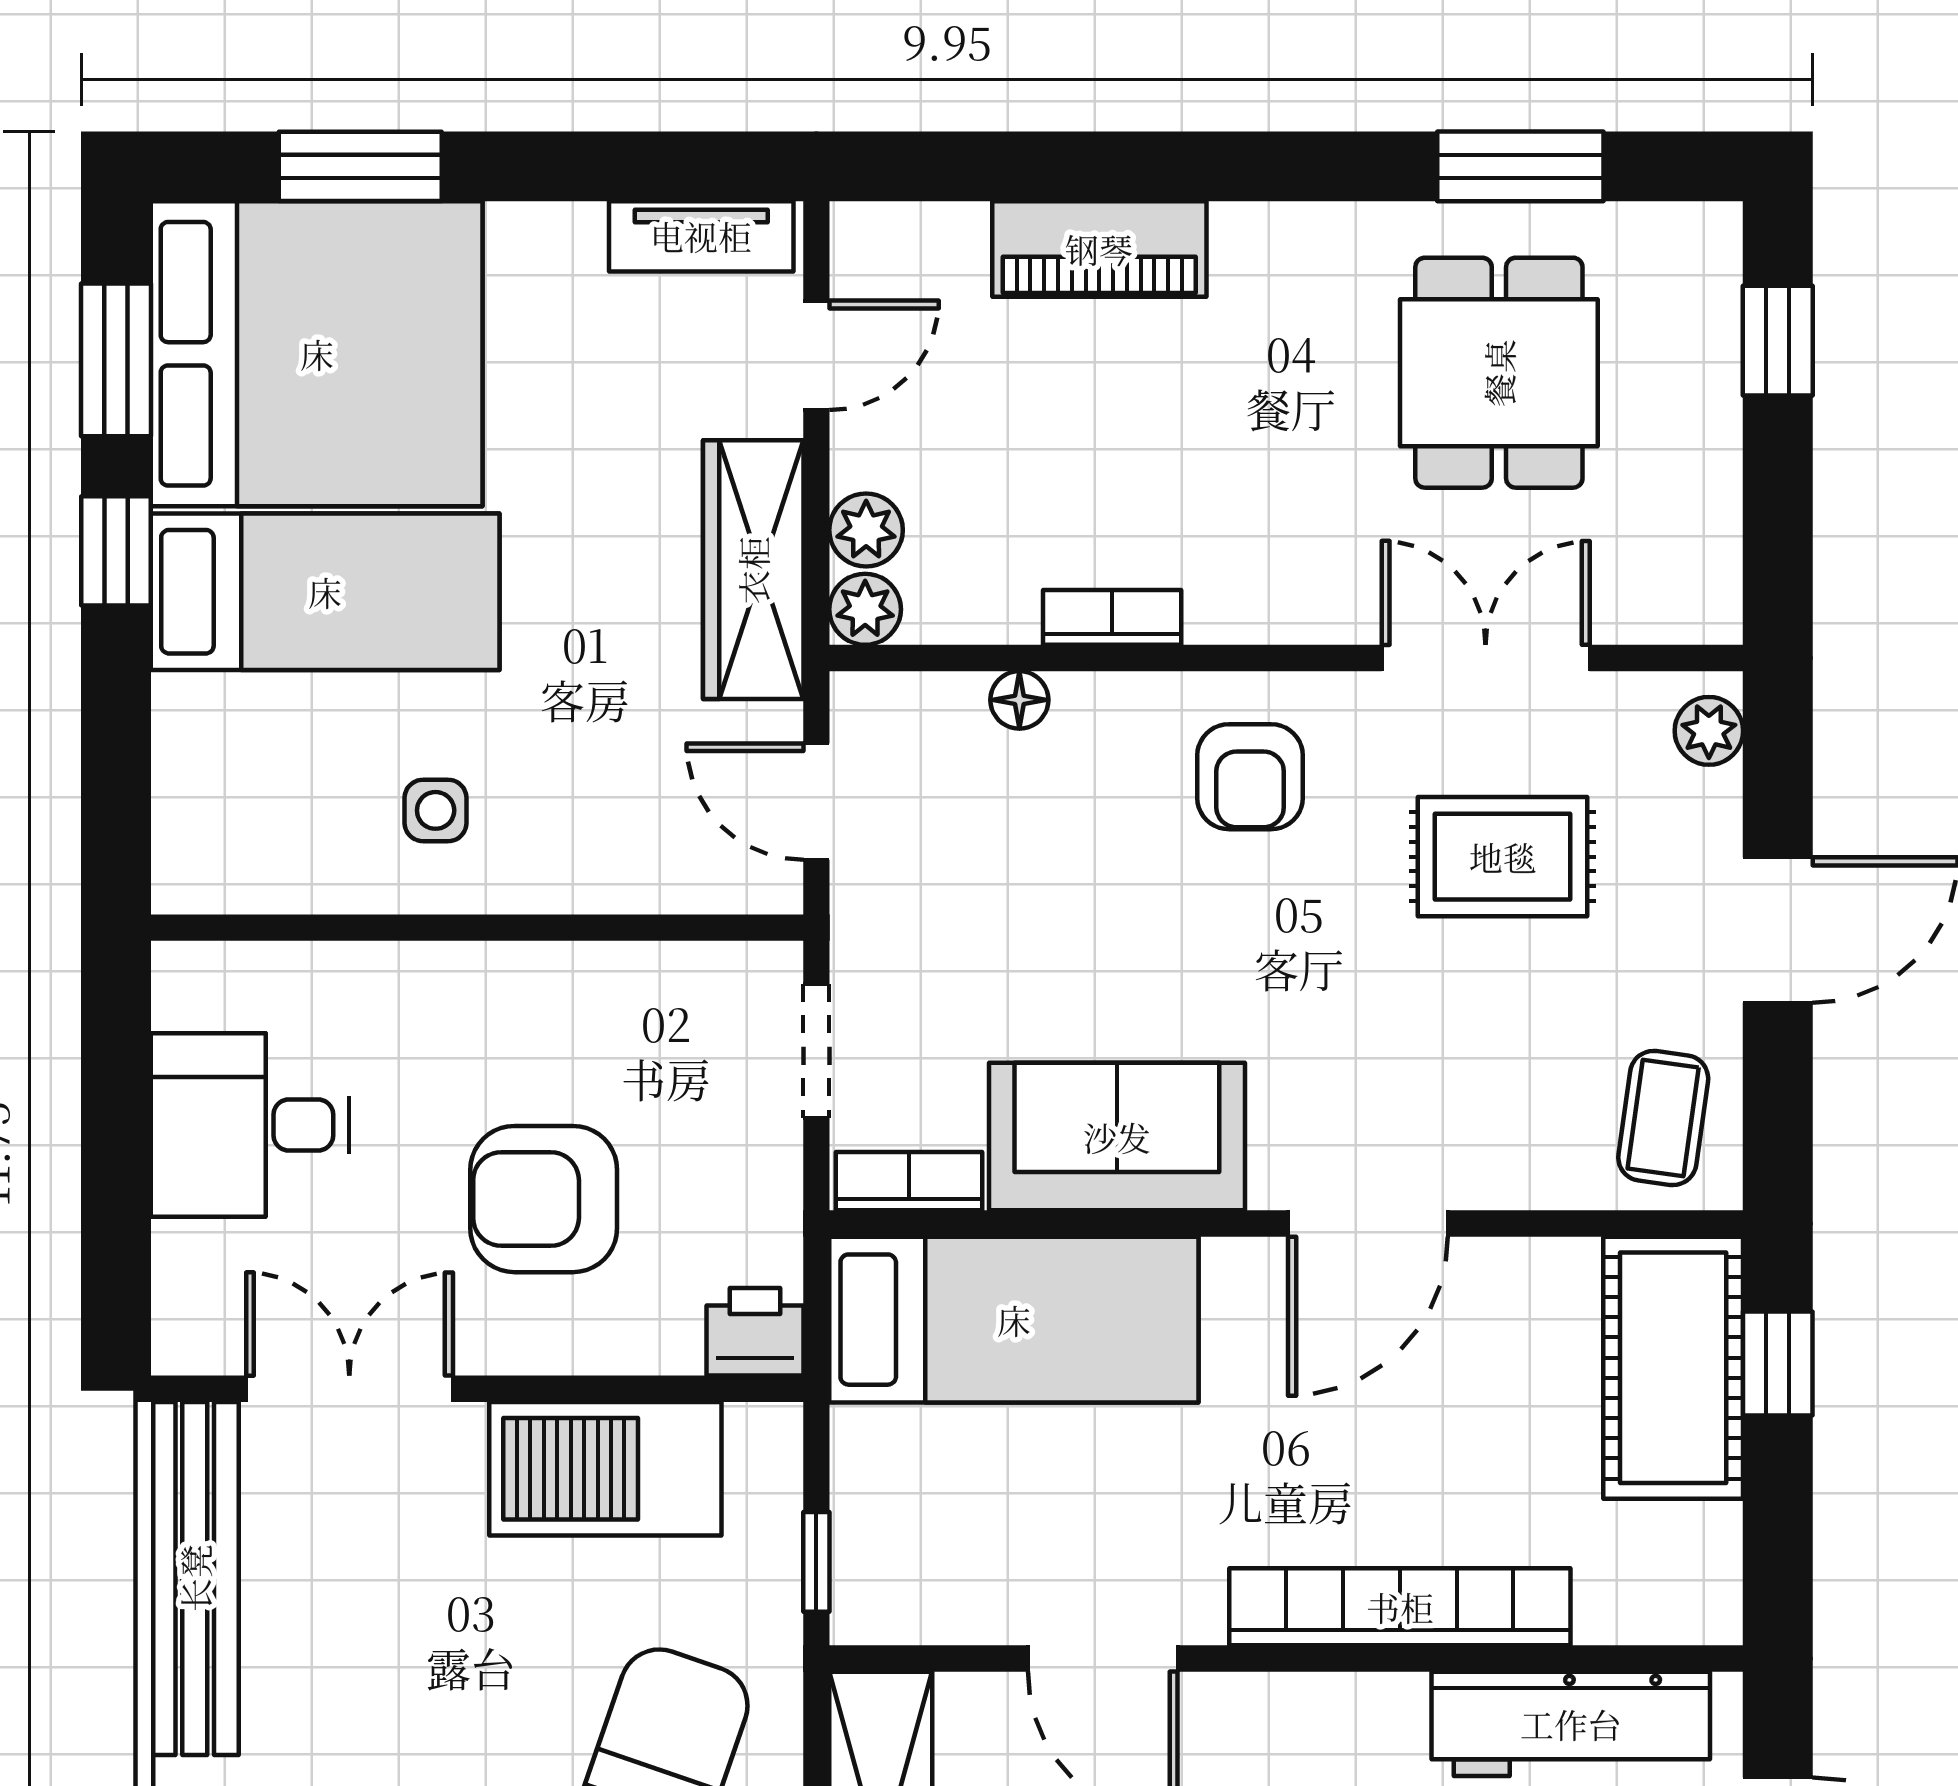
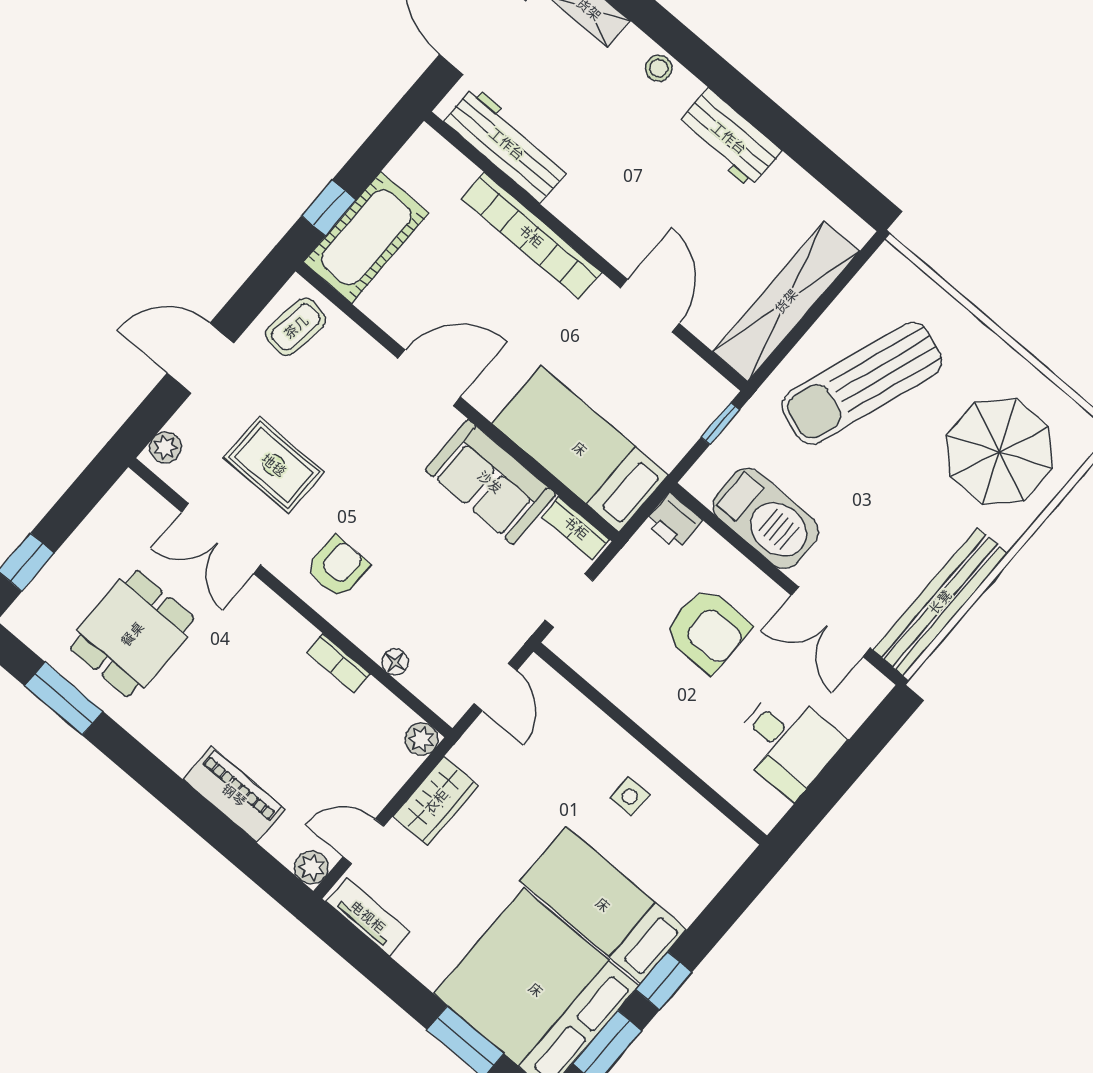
plant: (866, 530) -> (311, 867), moved
wardrobe: (753, 570) -> (436, 801), width x0.67

